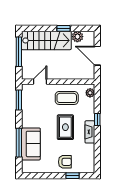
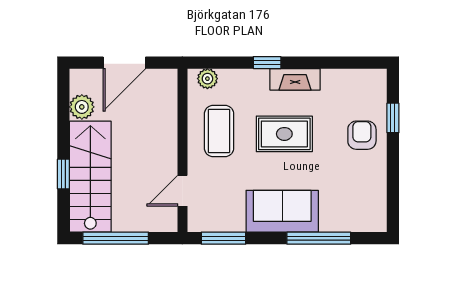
window: (64, 28) -> (63, 174), moved
door: (40, 82) -> (182, 191), hinge flipped
sofa: (31, 144) -> (282, 211), moved

